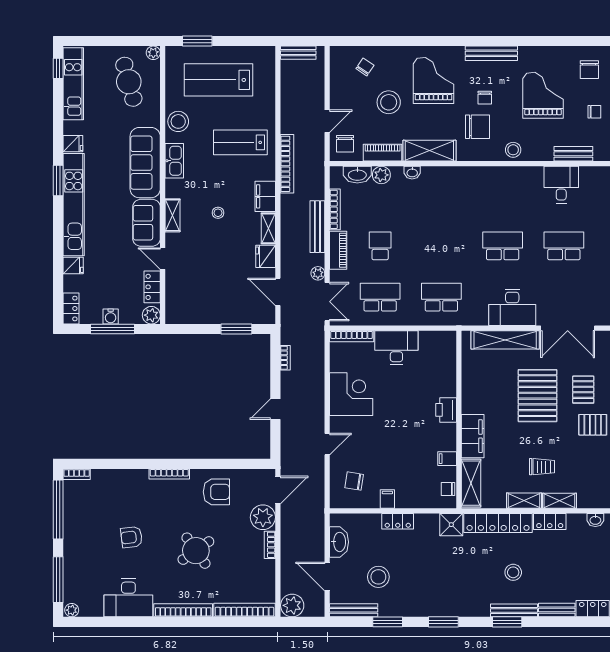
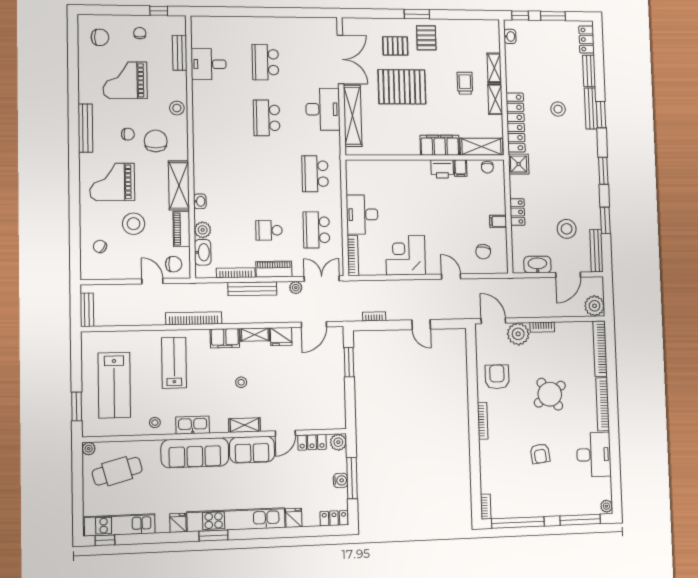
stool: (178, 121) -> (155, 423), width x0.53, depth x0.53
lab bench: (240, 142) -> (174, 363), turned 180
printer: (446, 410) -> (442, 169), moved
locker: (550, 522) -> (513, 77), removed

